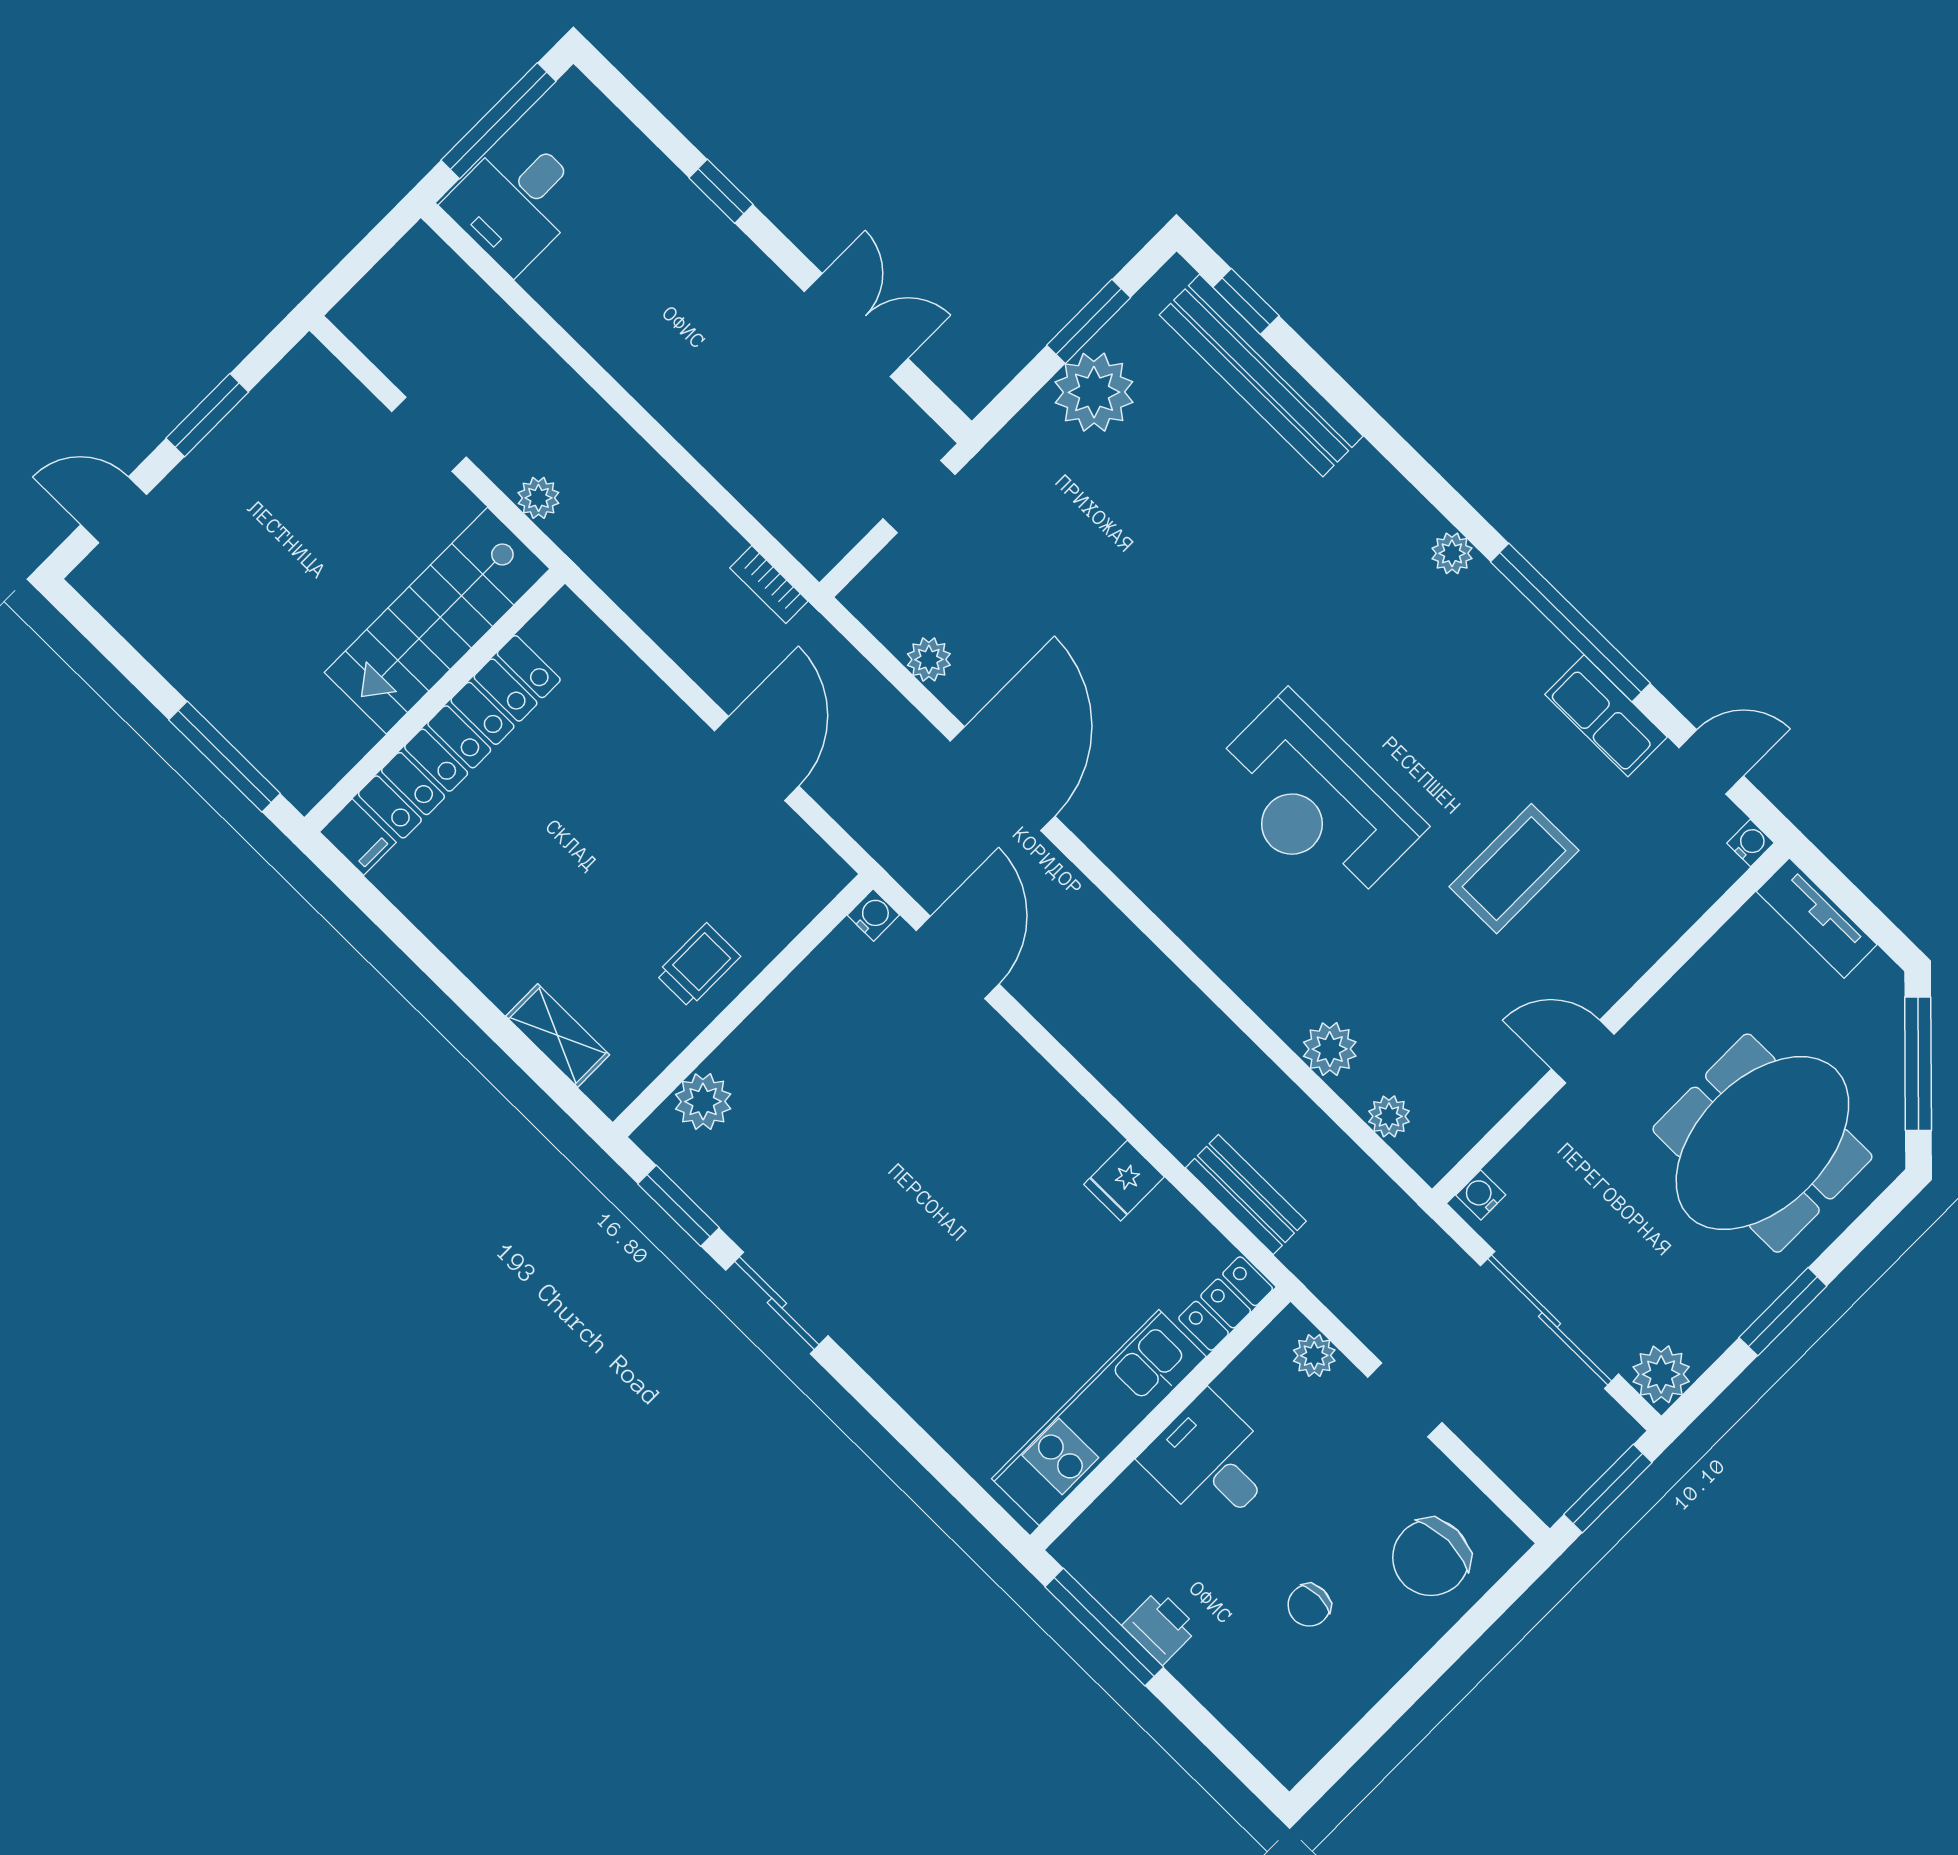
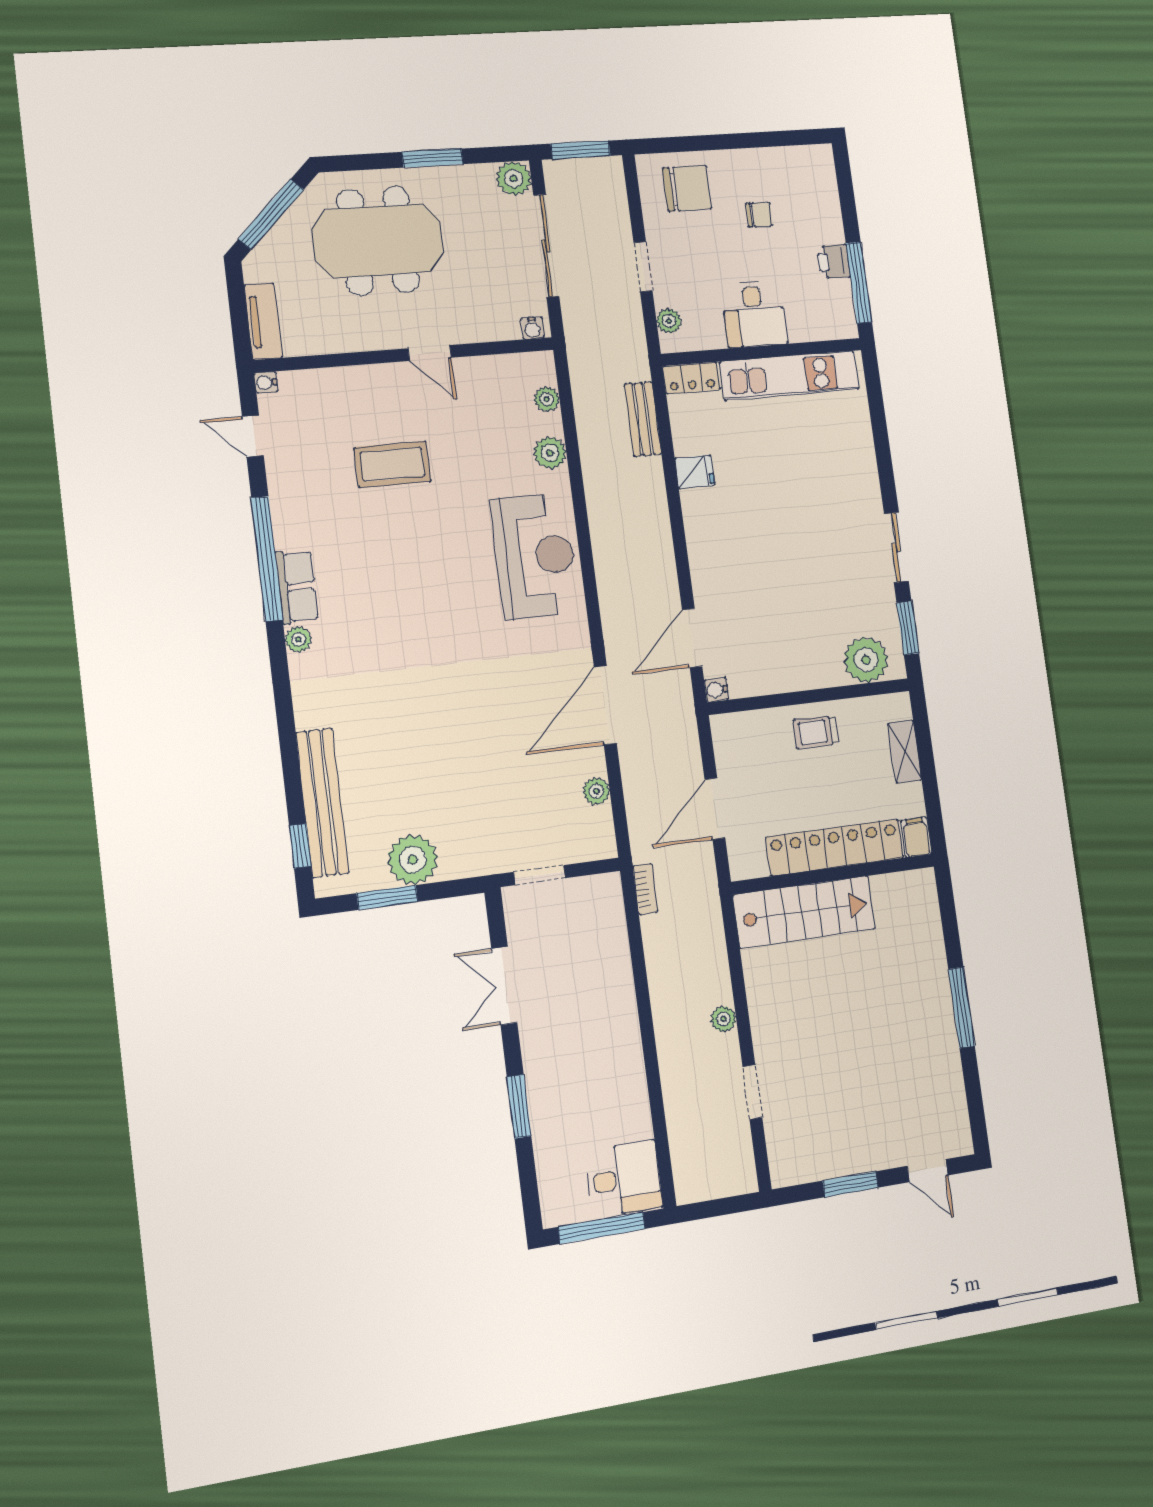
window: (721, 191) -> (519, 1106), width x1.50
stairs: (437, 621) -> (804, 912), moved
wall: (435, 700) -> (834, 874), moved
row of seats: (1606, 716) -> (297, 587), moved
locker: (459, 737) -> (835, 847), moved
reception desk: (1315, 801) -> (535, 556), moved
filing cabinet: (358, 837) -> (916, 837), moved
plant: (703, 1102) -> (866, 660), width x1.36, depth x1.36

